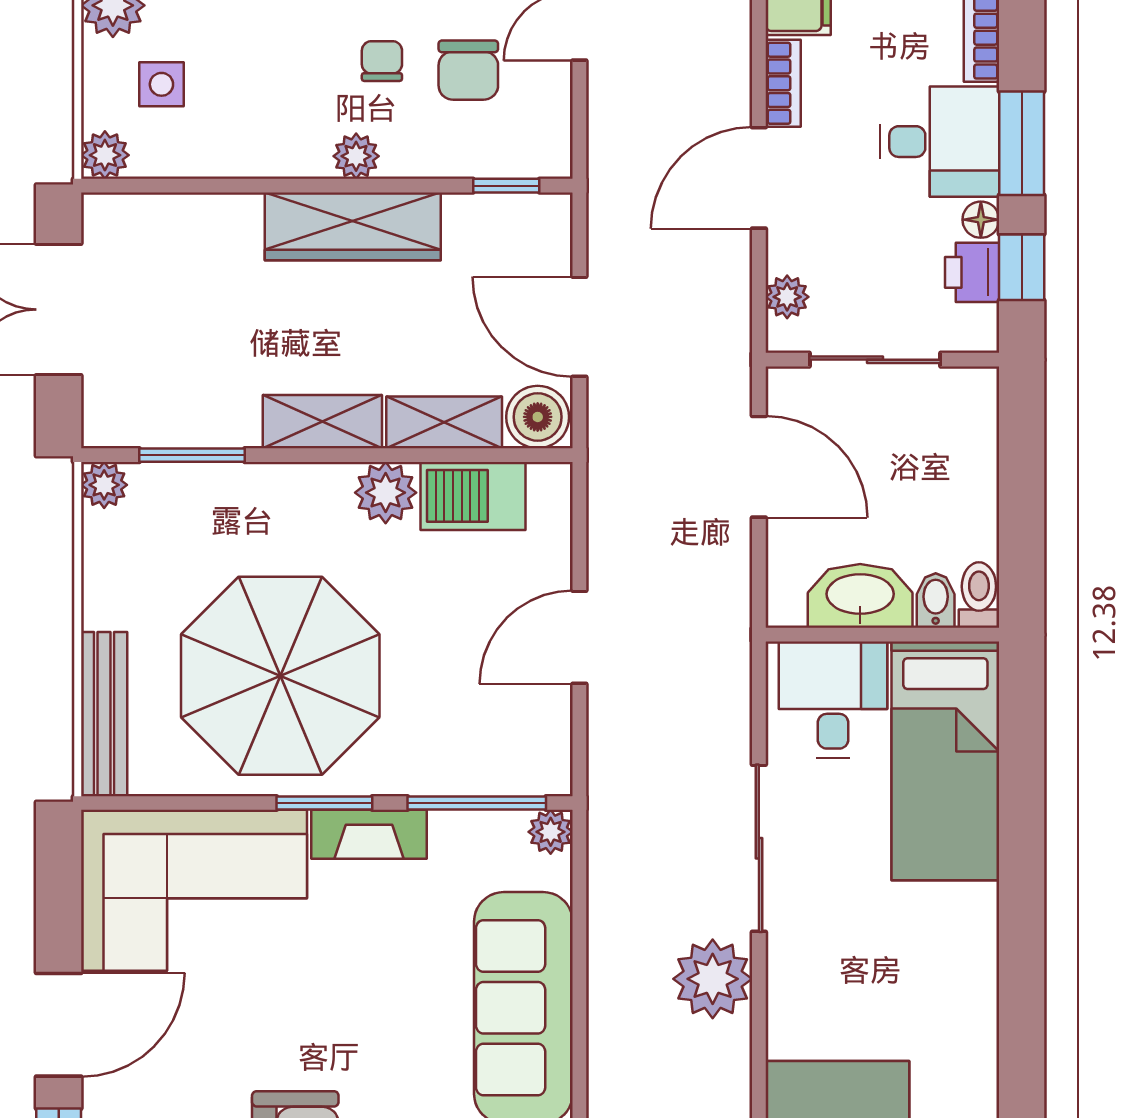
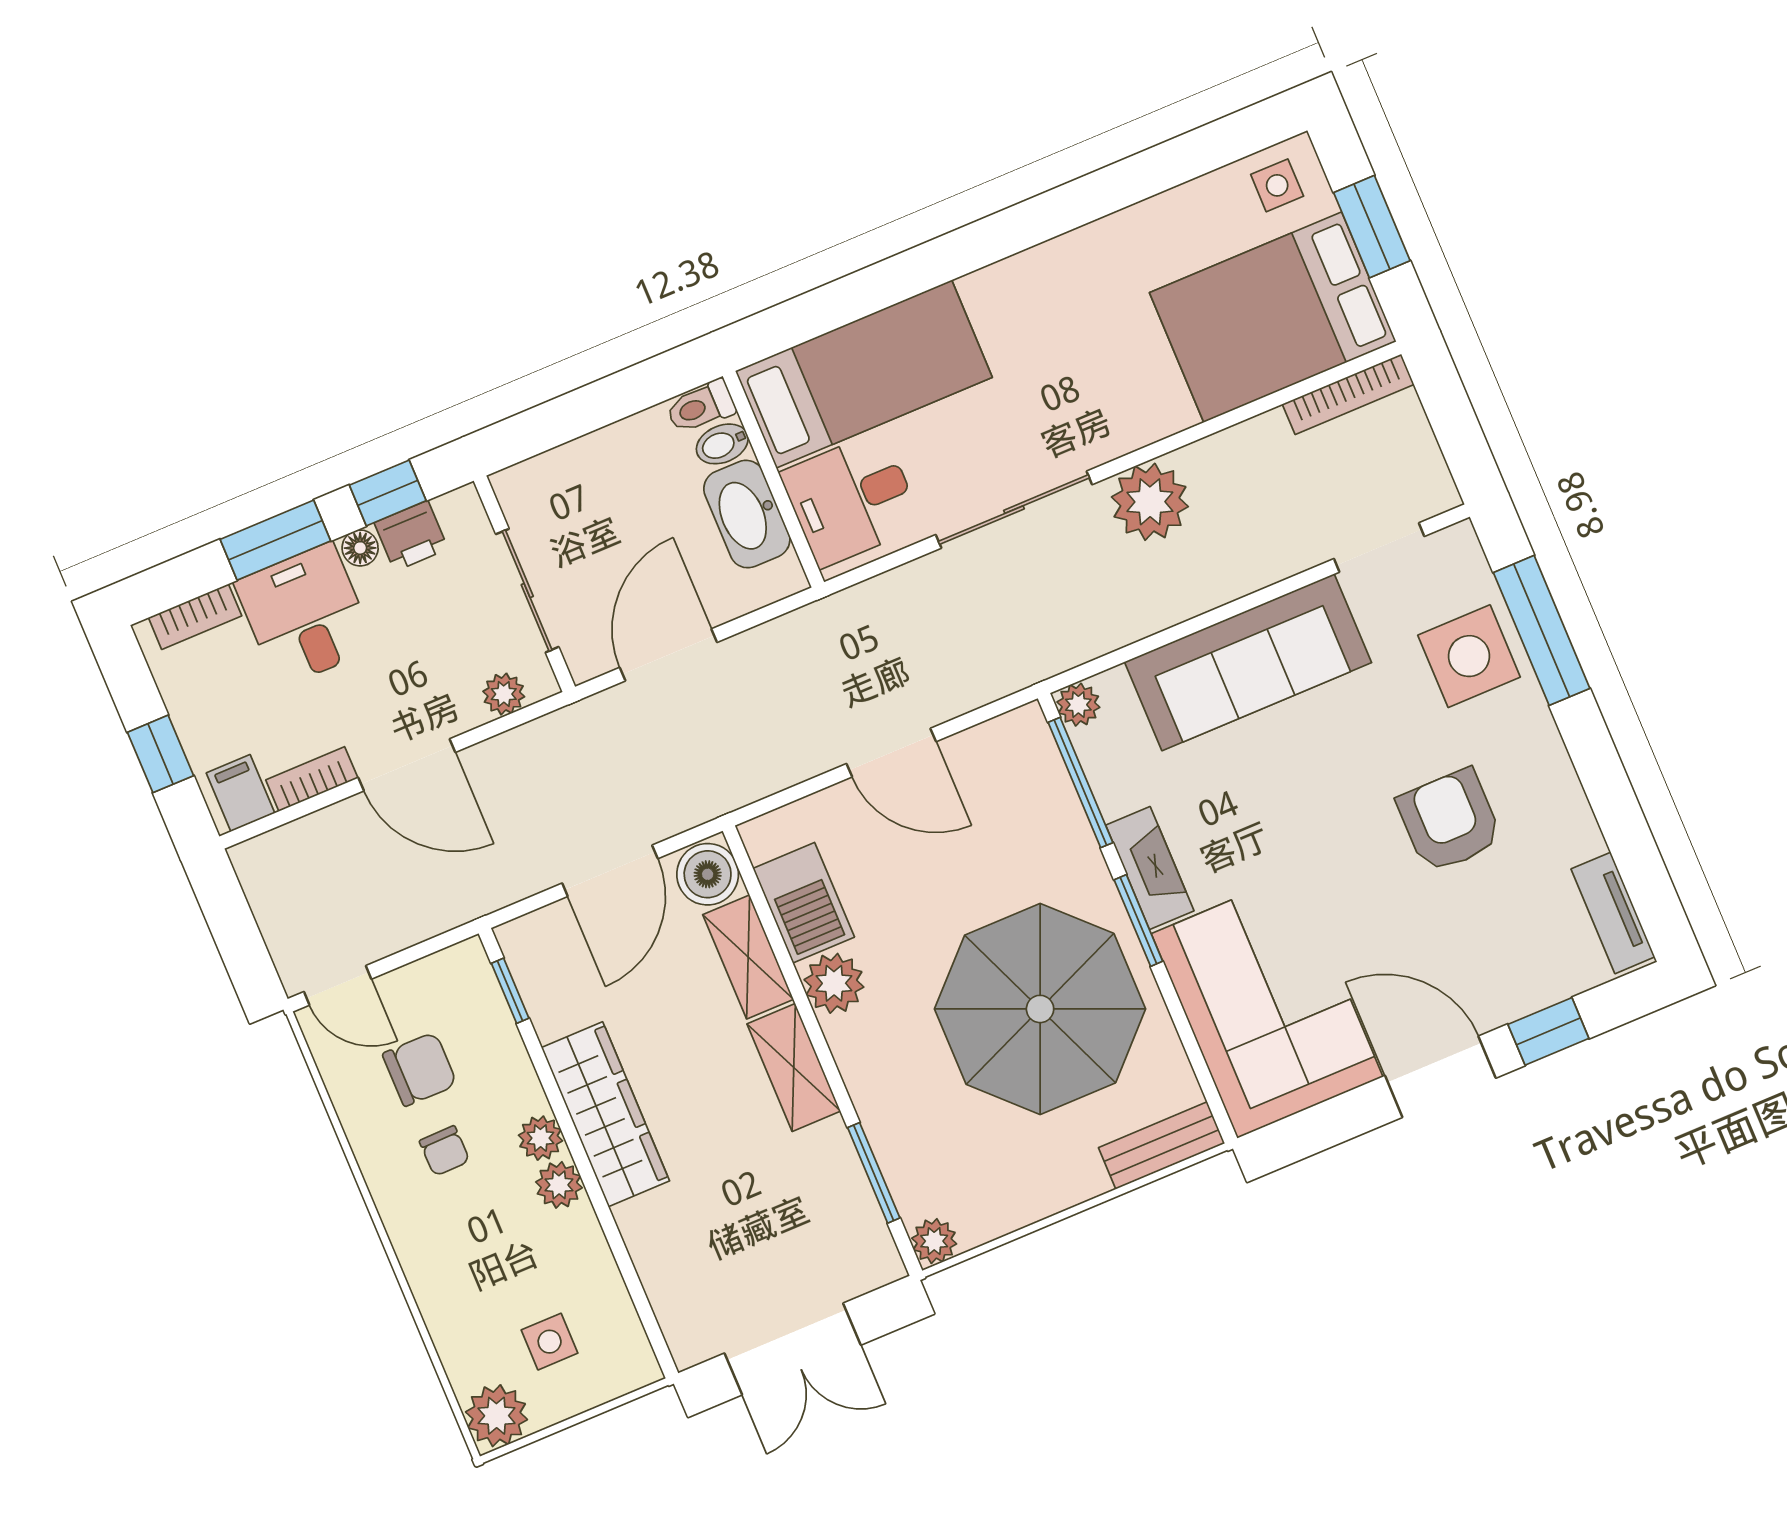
chair: (382, 61) -> (444, 1151), turned -91
plant: (105, 155) -> (559, 1185), moved
bench: (104, 714) -> (1162, 1146), width x0.73

